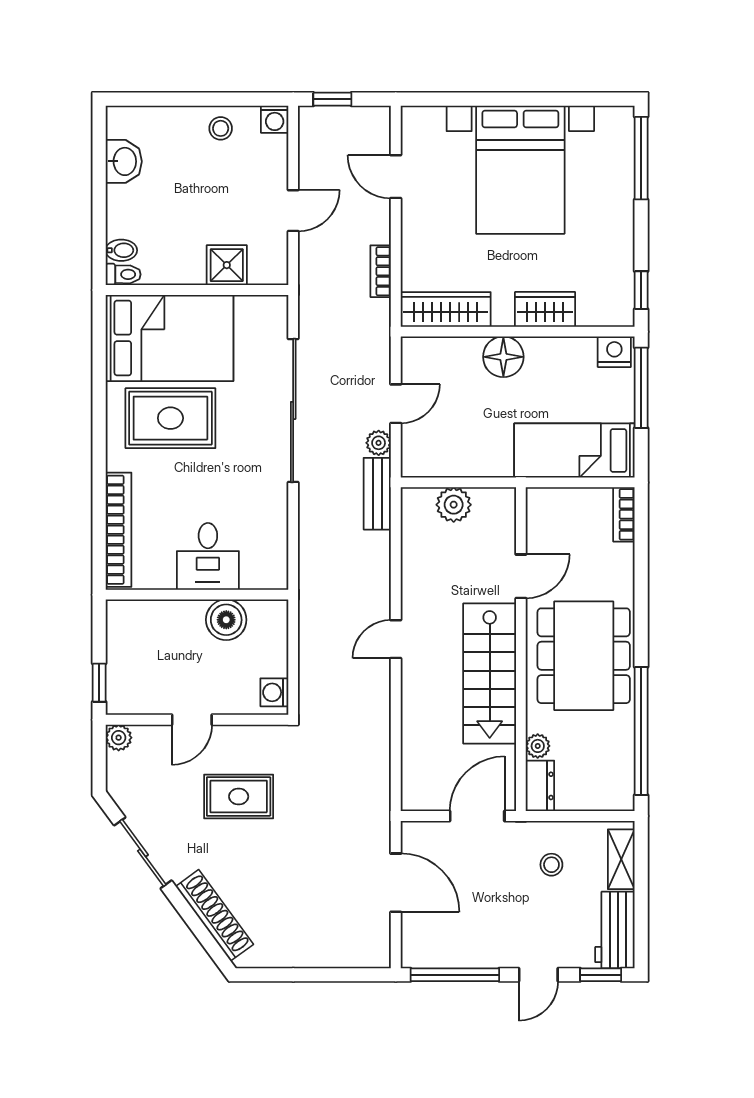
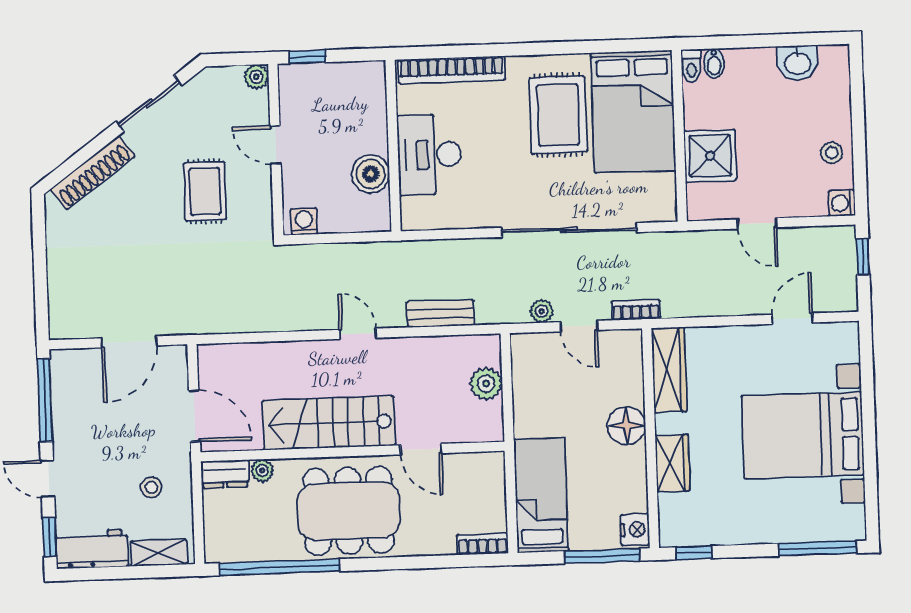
shower: (227, 265) -> (710, 156), width x1.36, depth x1.36
bookcase: (381, 271) -> (636, 310), moved
bench: (377, 494) -> (440, 314), moved
desk: (208, 556) -> (429, 155), width x1.37

